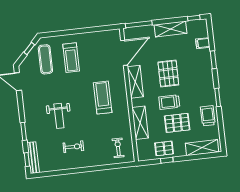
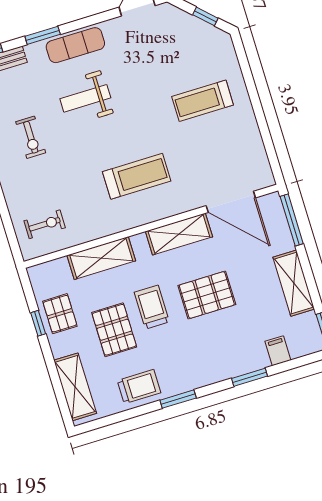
exercise mat: (45, 59) -> (75, 45), moved

